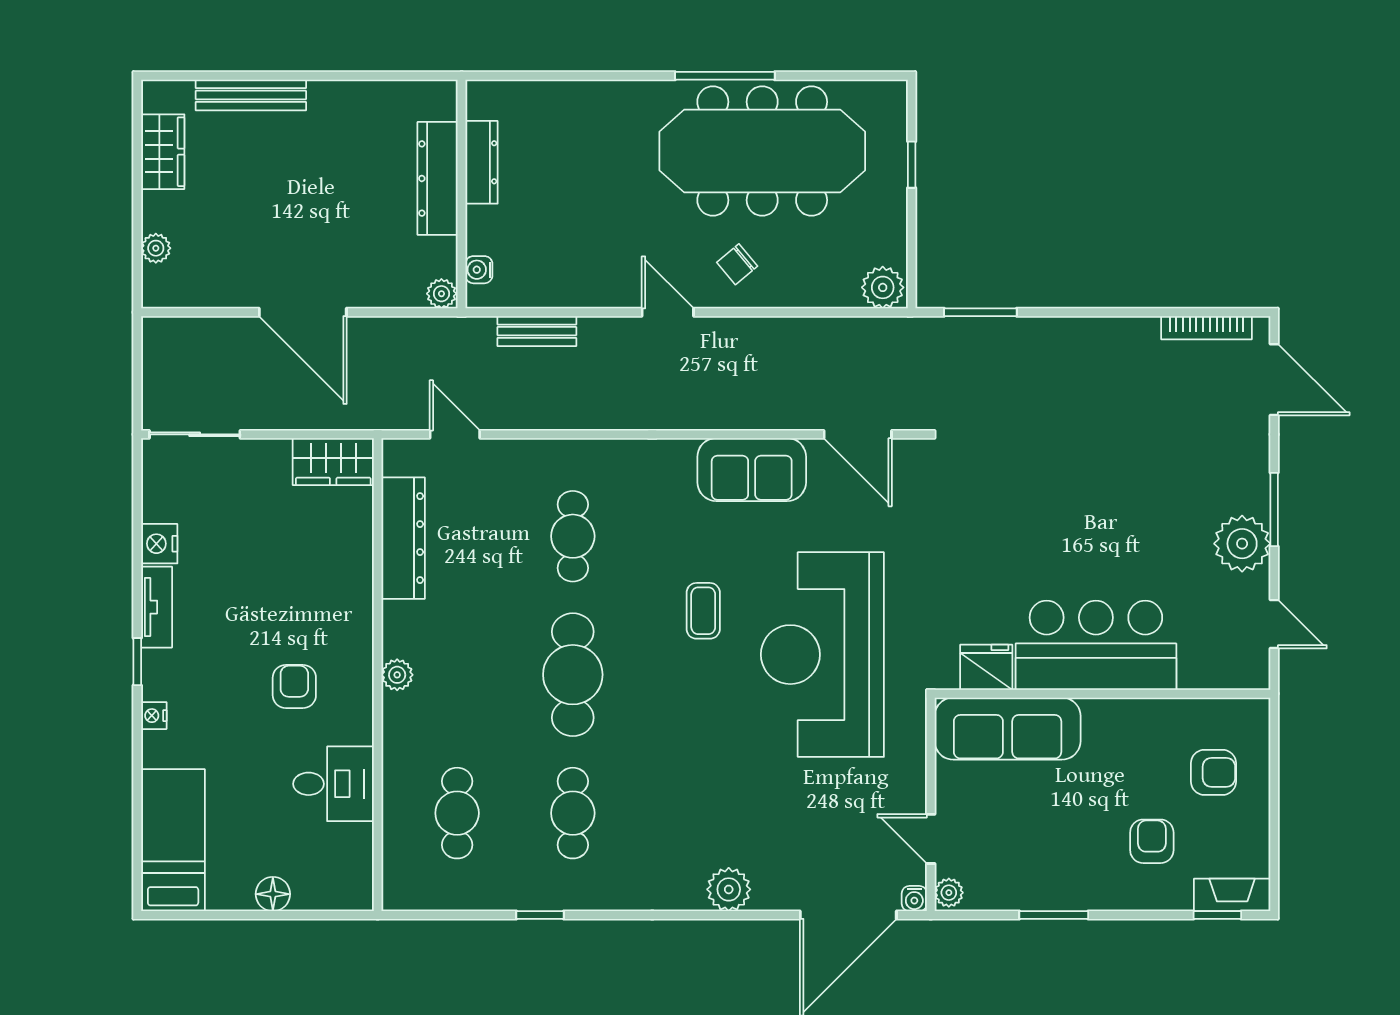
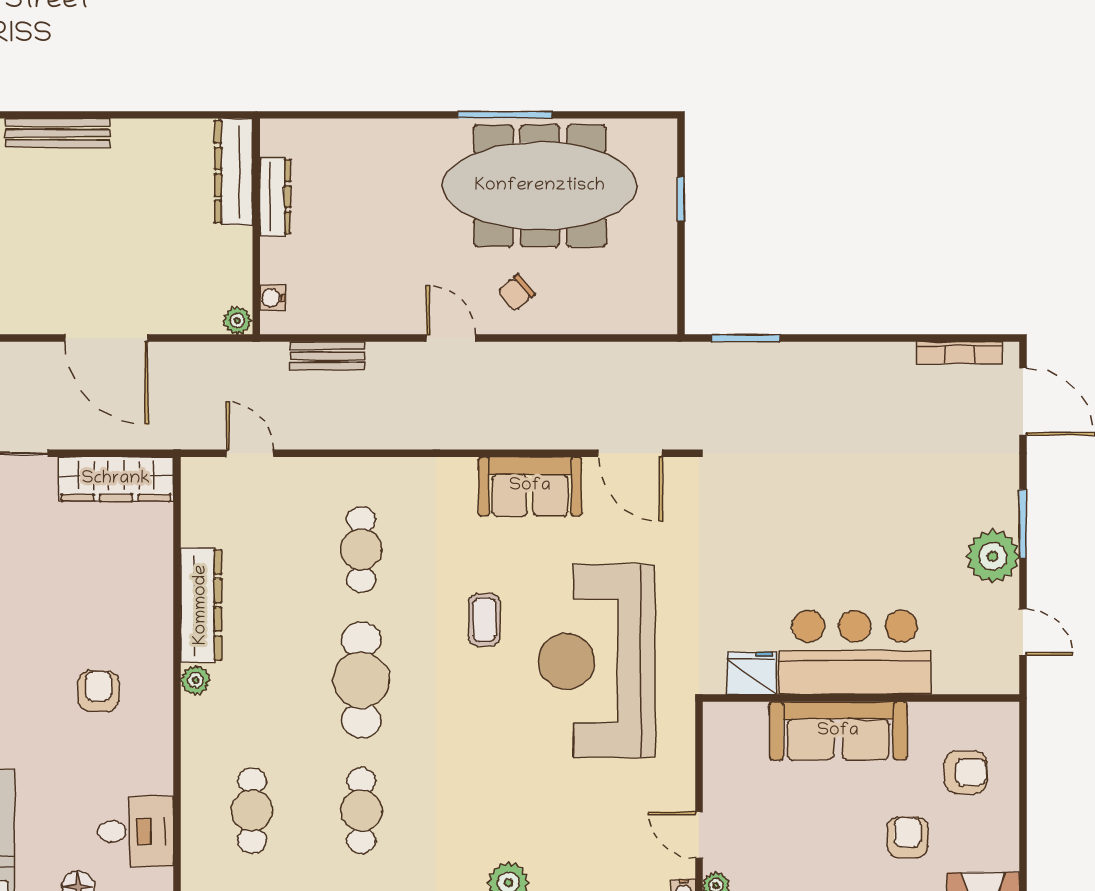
dresser: (438, 178) -> (234, 172), moved
plant: (883, 287) -> (654, 315), removed
wardrobe: (333, 462) -> (116, 479), width x1.50
dresser: (403, 538) -> (201, 605), moved
sofa: (1008, 729) -> (838, 731), moved
desk: (333, 784) -> (135, 831), moved

